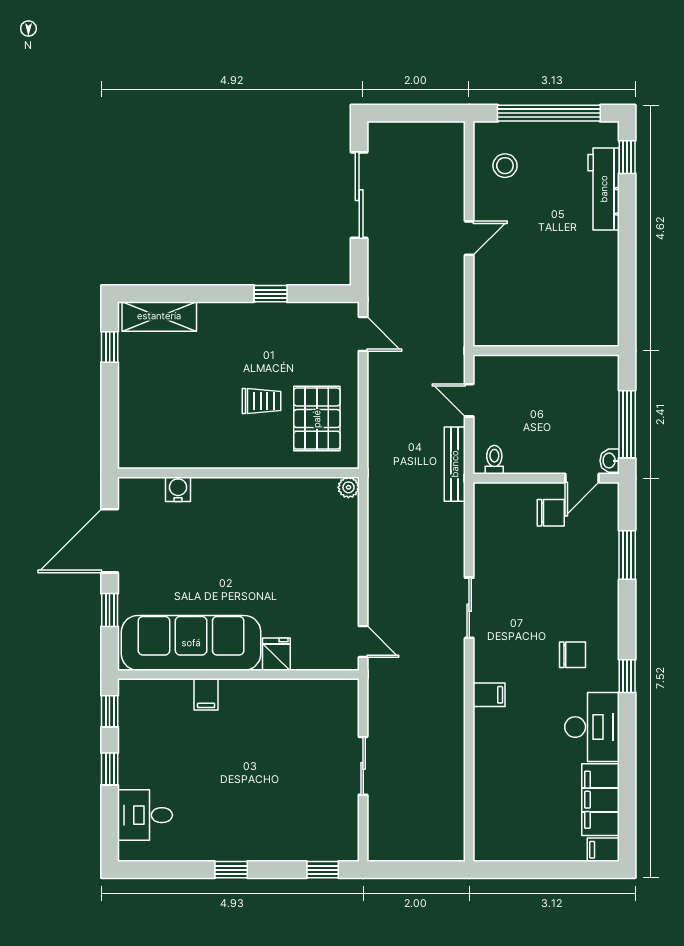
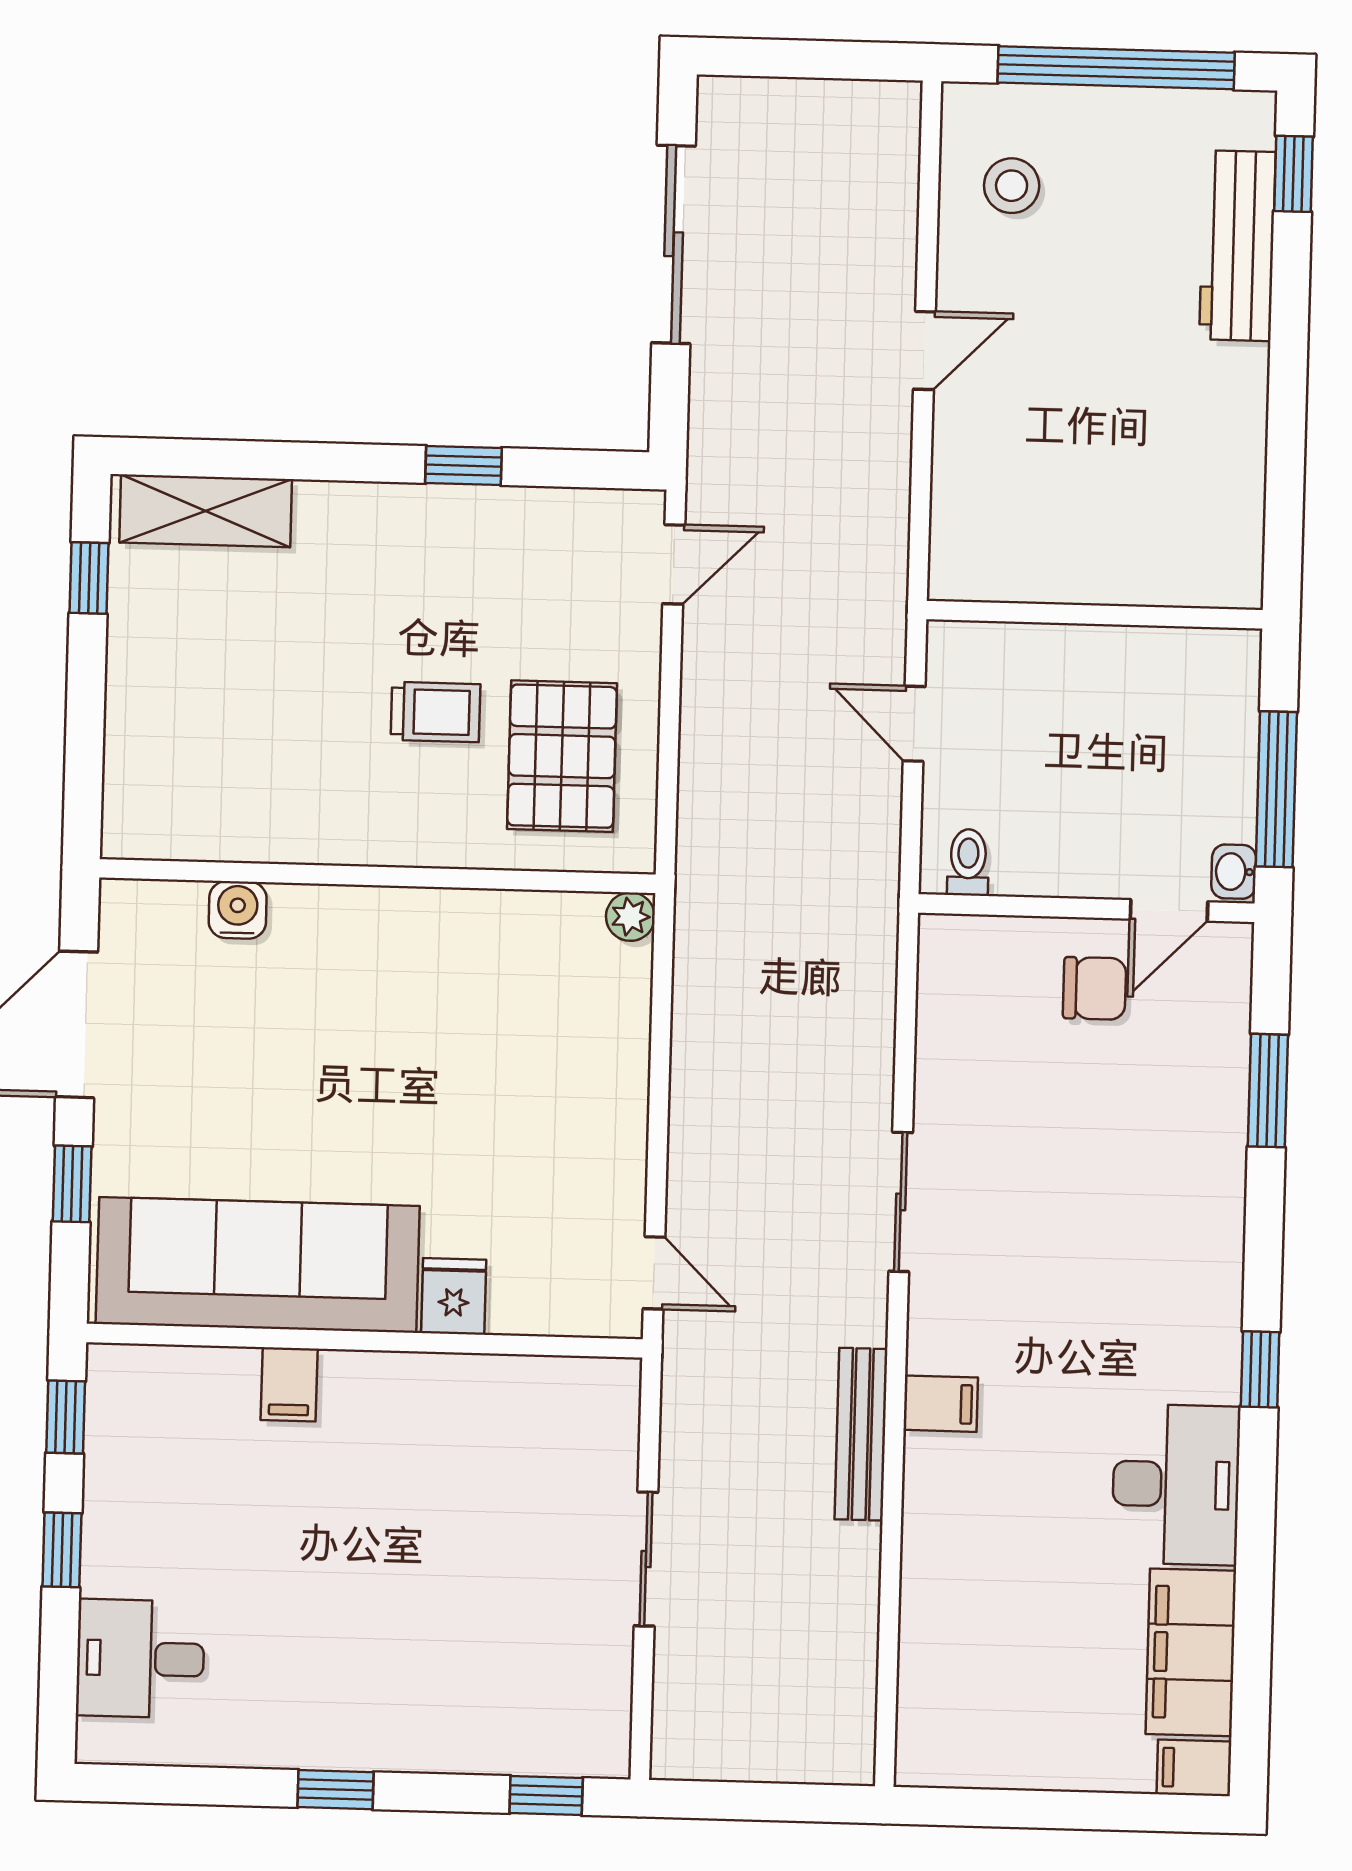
door: (363, 334) -> (674, 564), hinge flipped
bench: (455, 464) -> (861, 1434), moved
chair: (573, 655) -> (1136, 1317), removed

